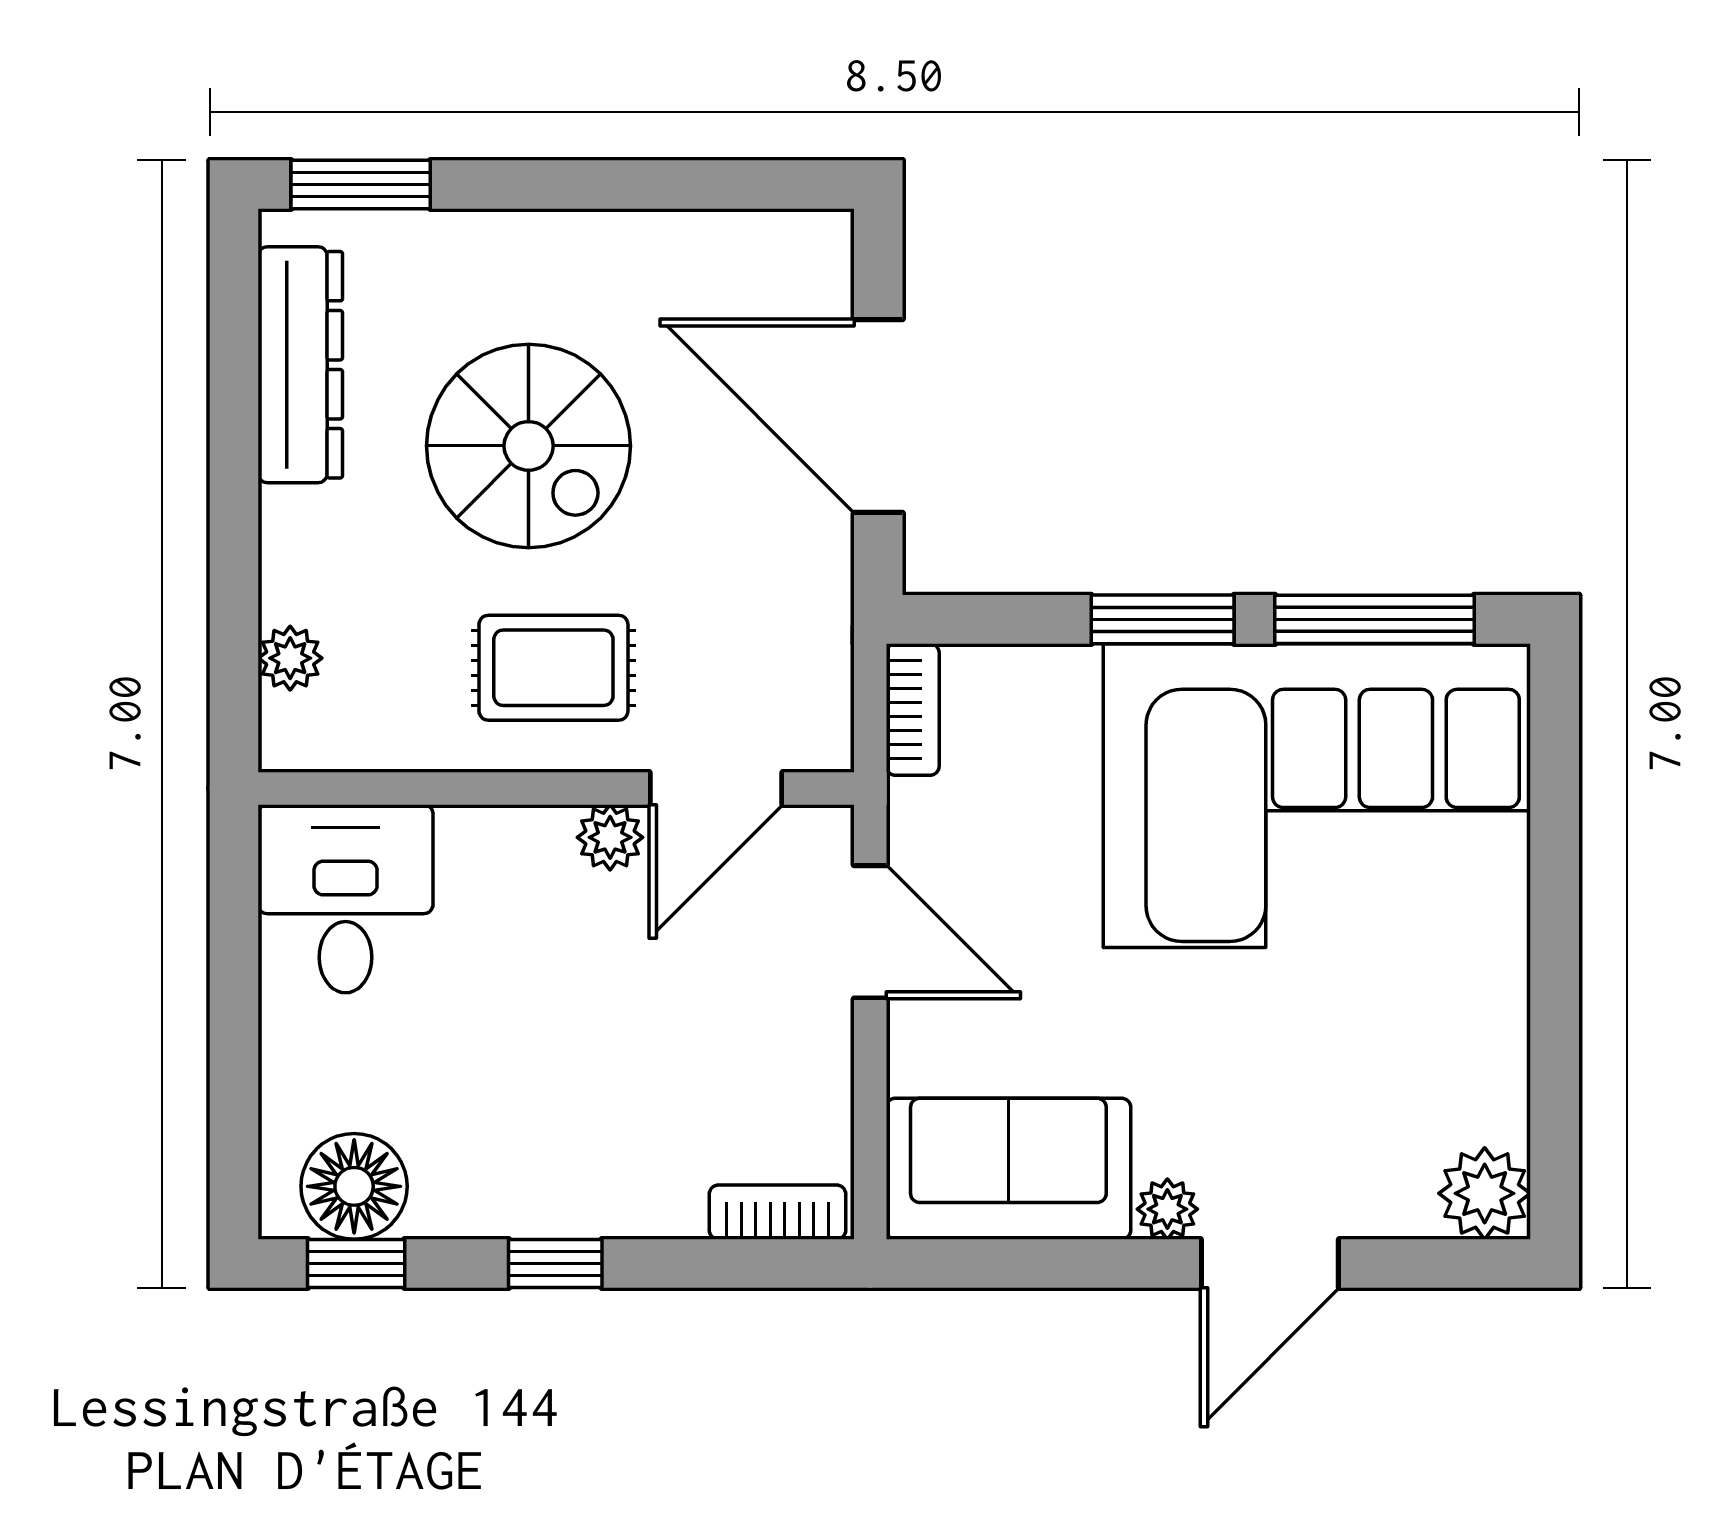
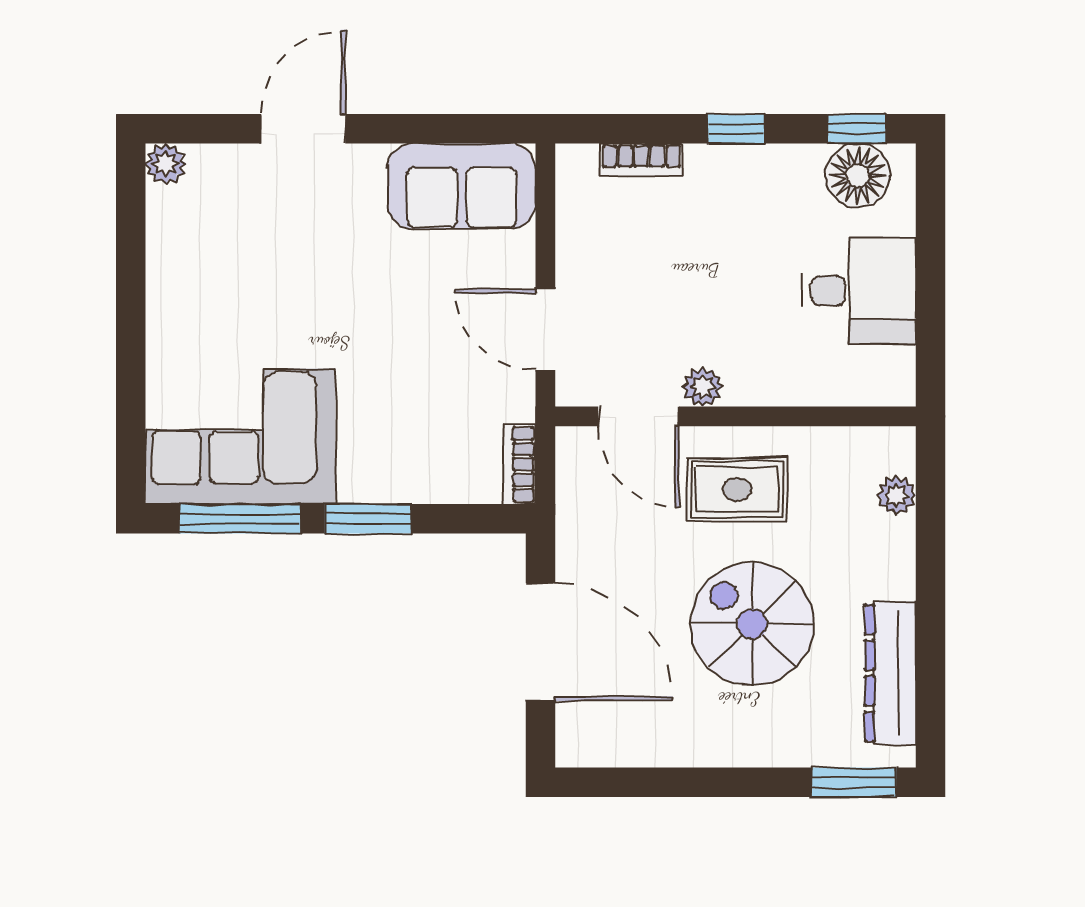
door: (716, 788) -> (639, 416), swing flipped
corner sofa: (1317, 796) -> (240, 436), width x0.73, depth x0.74
desk: (346, 899) -> (859, 291), moved, turned -90
plant: (1485, 1193) -> (166, 164), width x0.73, depth x0.73
plant: (1167, 1209) -> (365, 162), removed
bookcase: (777, 1212) -> (641, 160), moved

